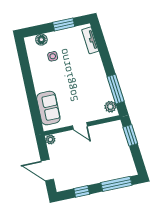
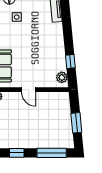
window: (116, 89) -> (70, 62), width x0.46
window: (130, 135) -> (76, 123), moved

